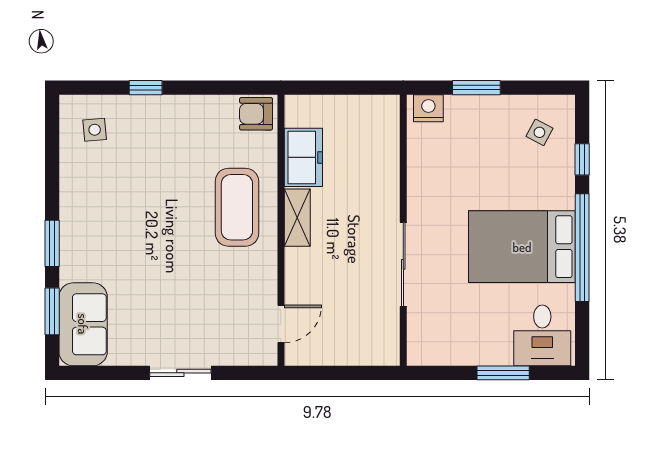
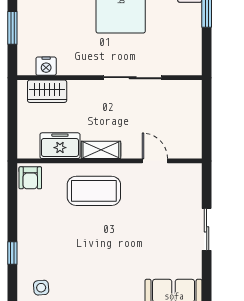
nightstand: (428, 108) -> (46, 66), moved, turned -90
wardrobe: (383, 139) -> (47, 91), added
door: (281, 324) -> (155, 161), moved

